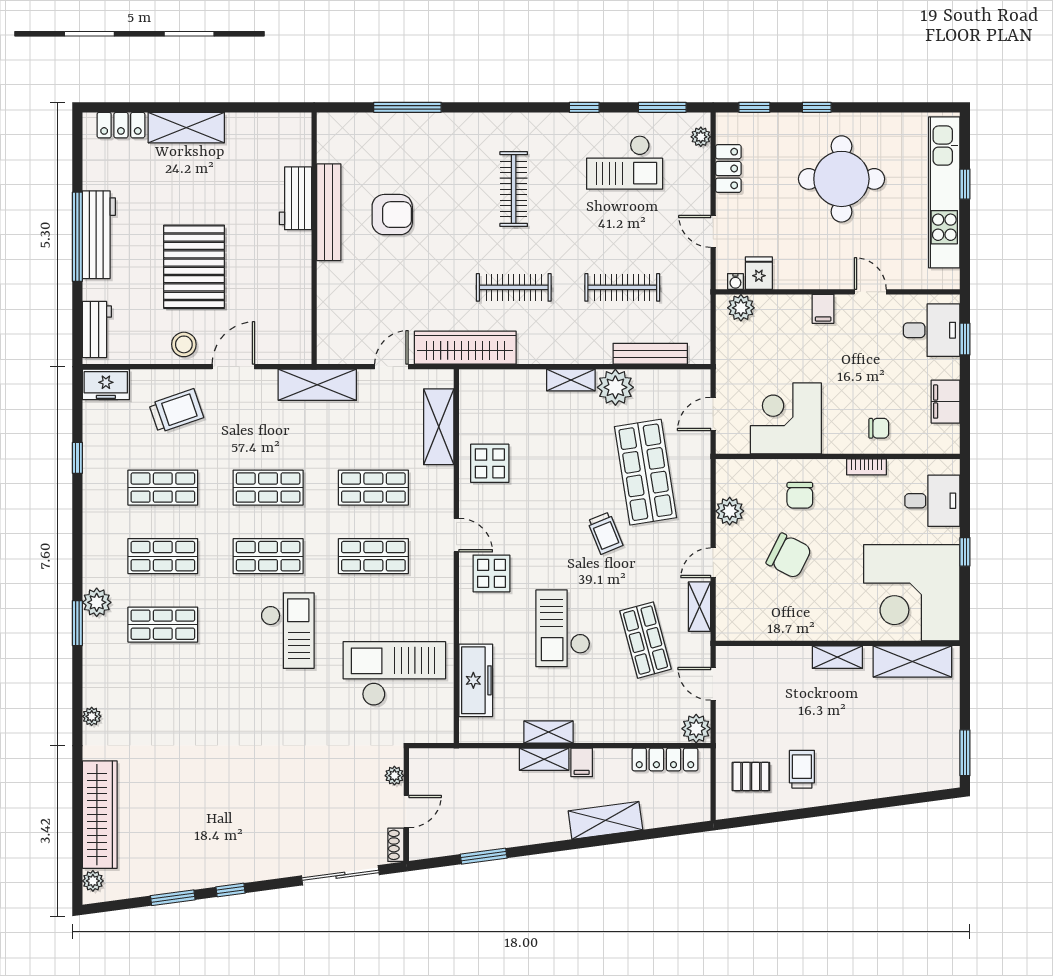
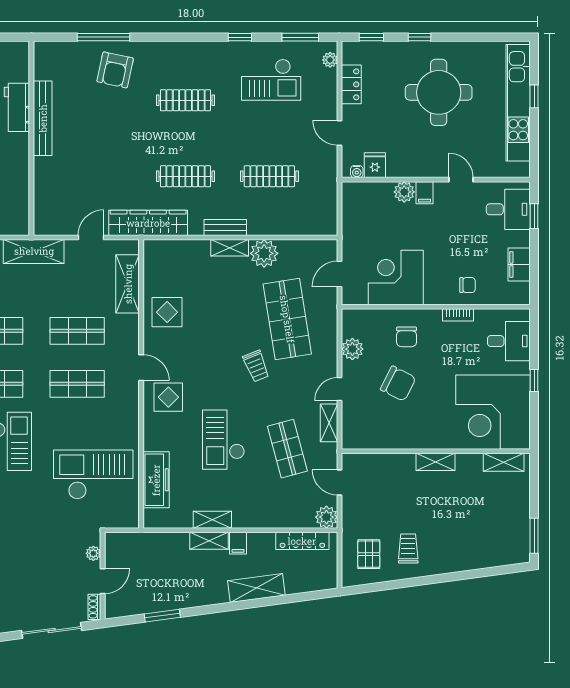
clothes rail: (514, 189) -> (185, 100), turned 90
armchair: (392, 215) -> (115, 70), moved, turned 102
plant: (741, 308) -> (404, 192), moved
bench: (650, 354) -> (225, 227), moved, width x0.73
shelving: (912, 662) -> (504, 462), width x0.67, depth x0.75
pallet: (751, 777) -> (369, 554), turned 90

